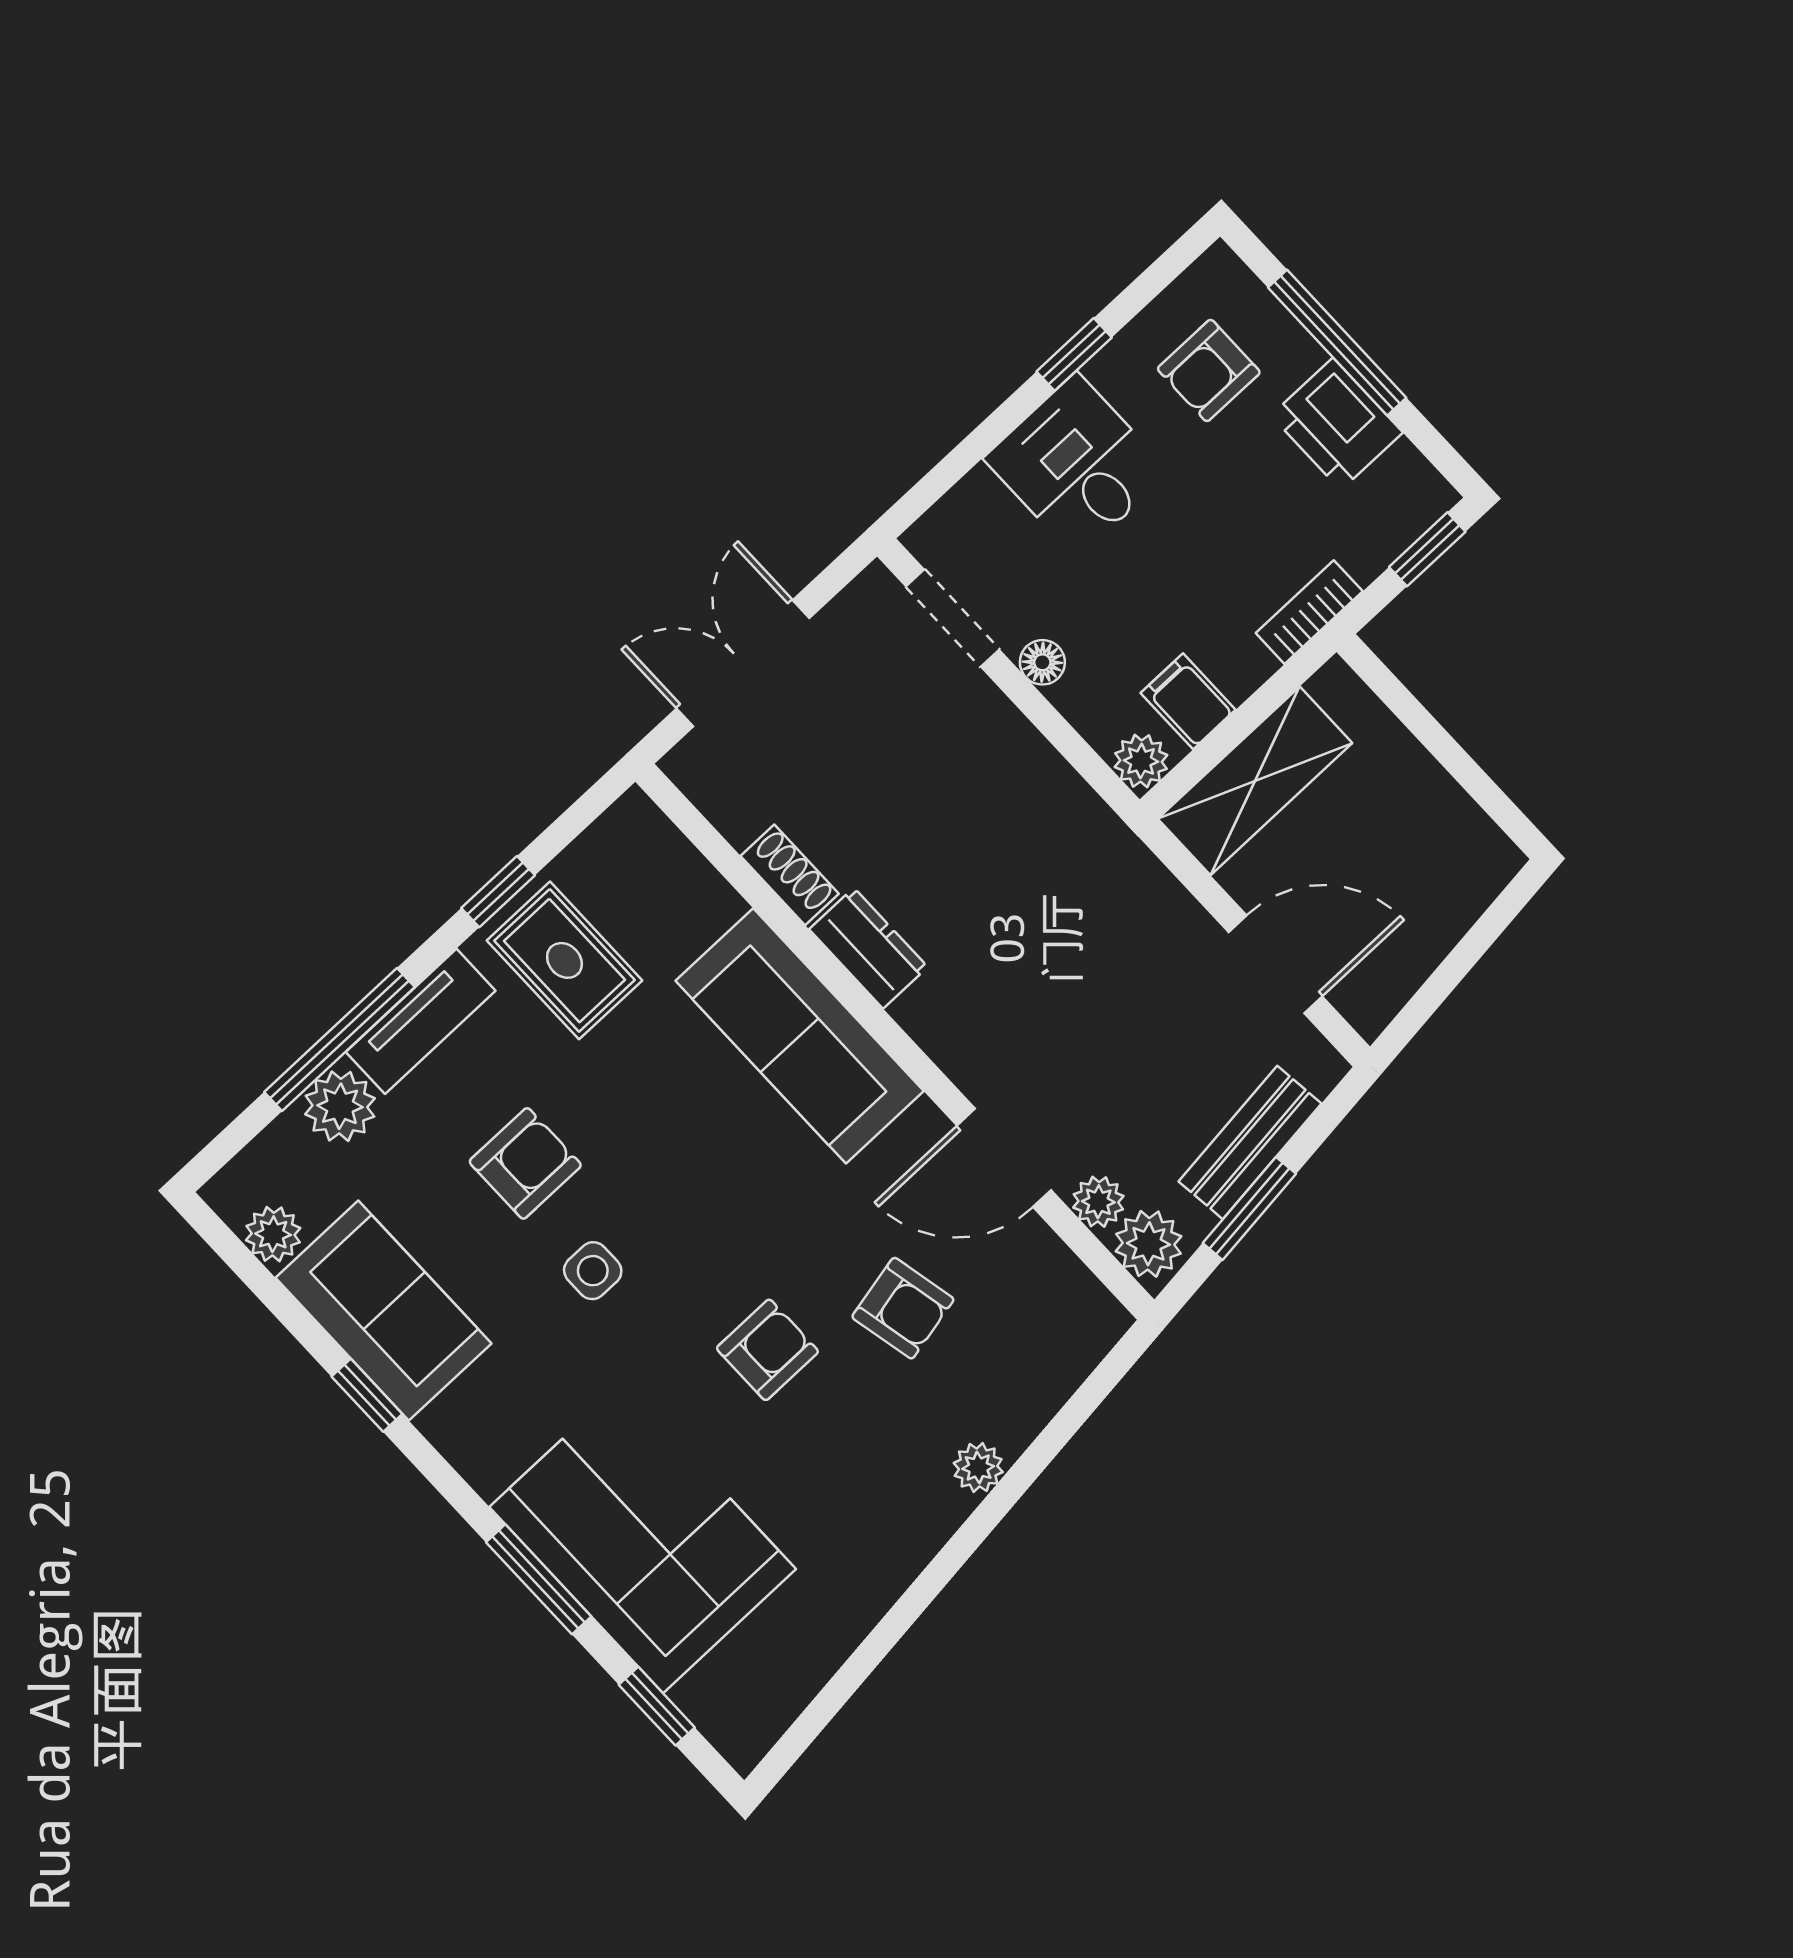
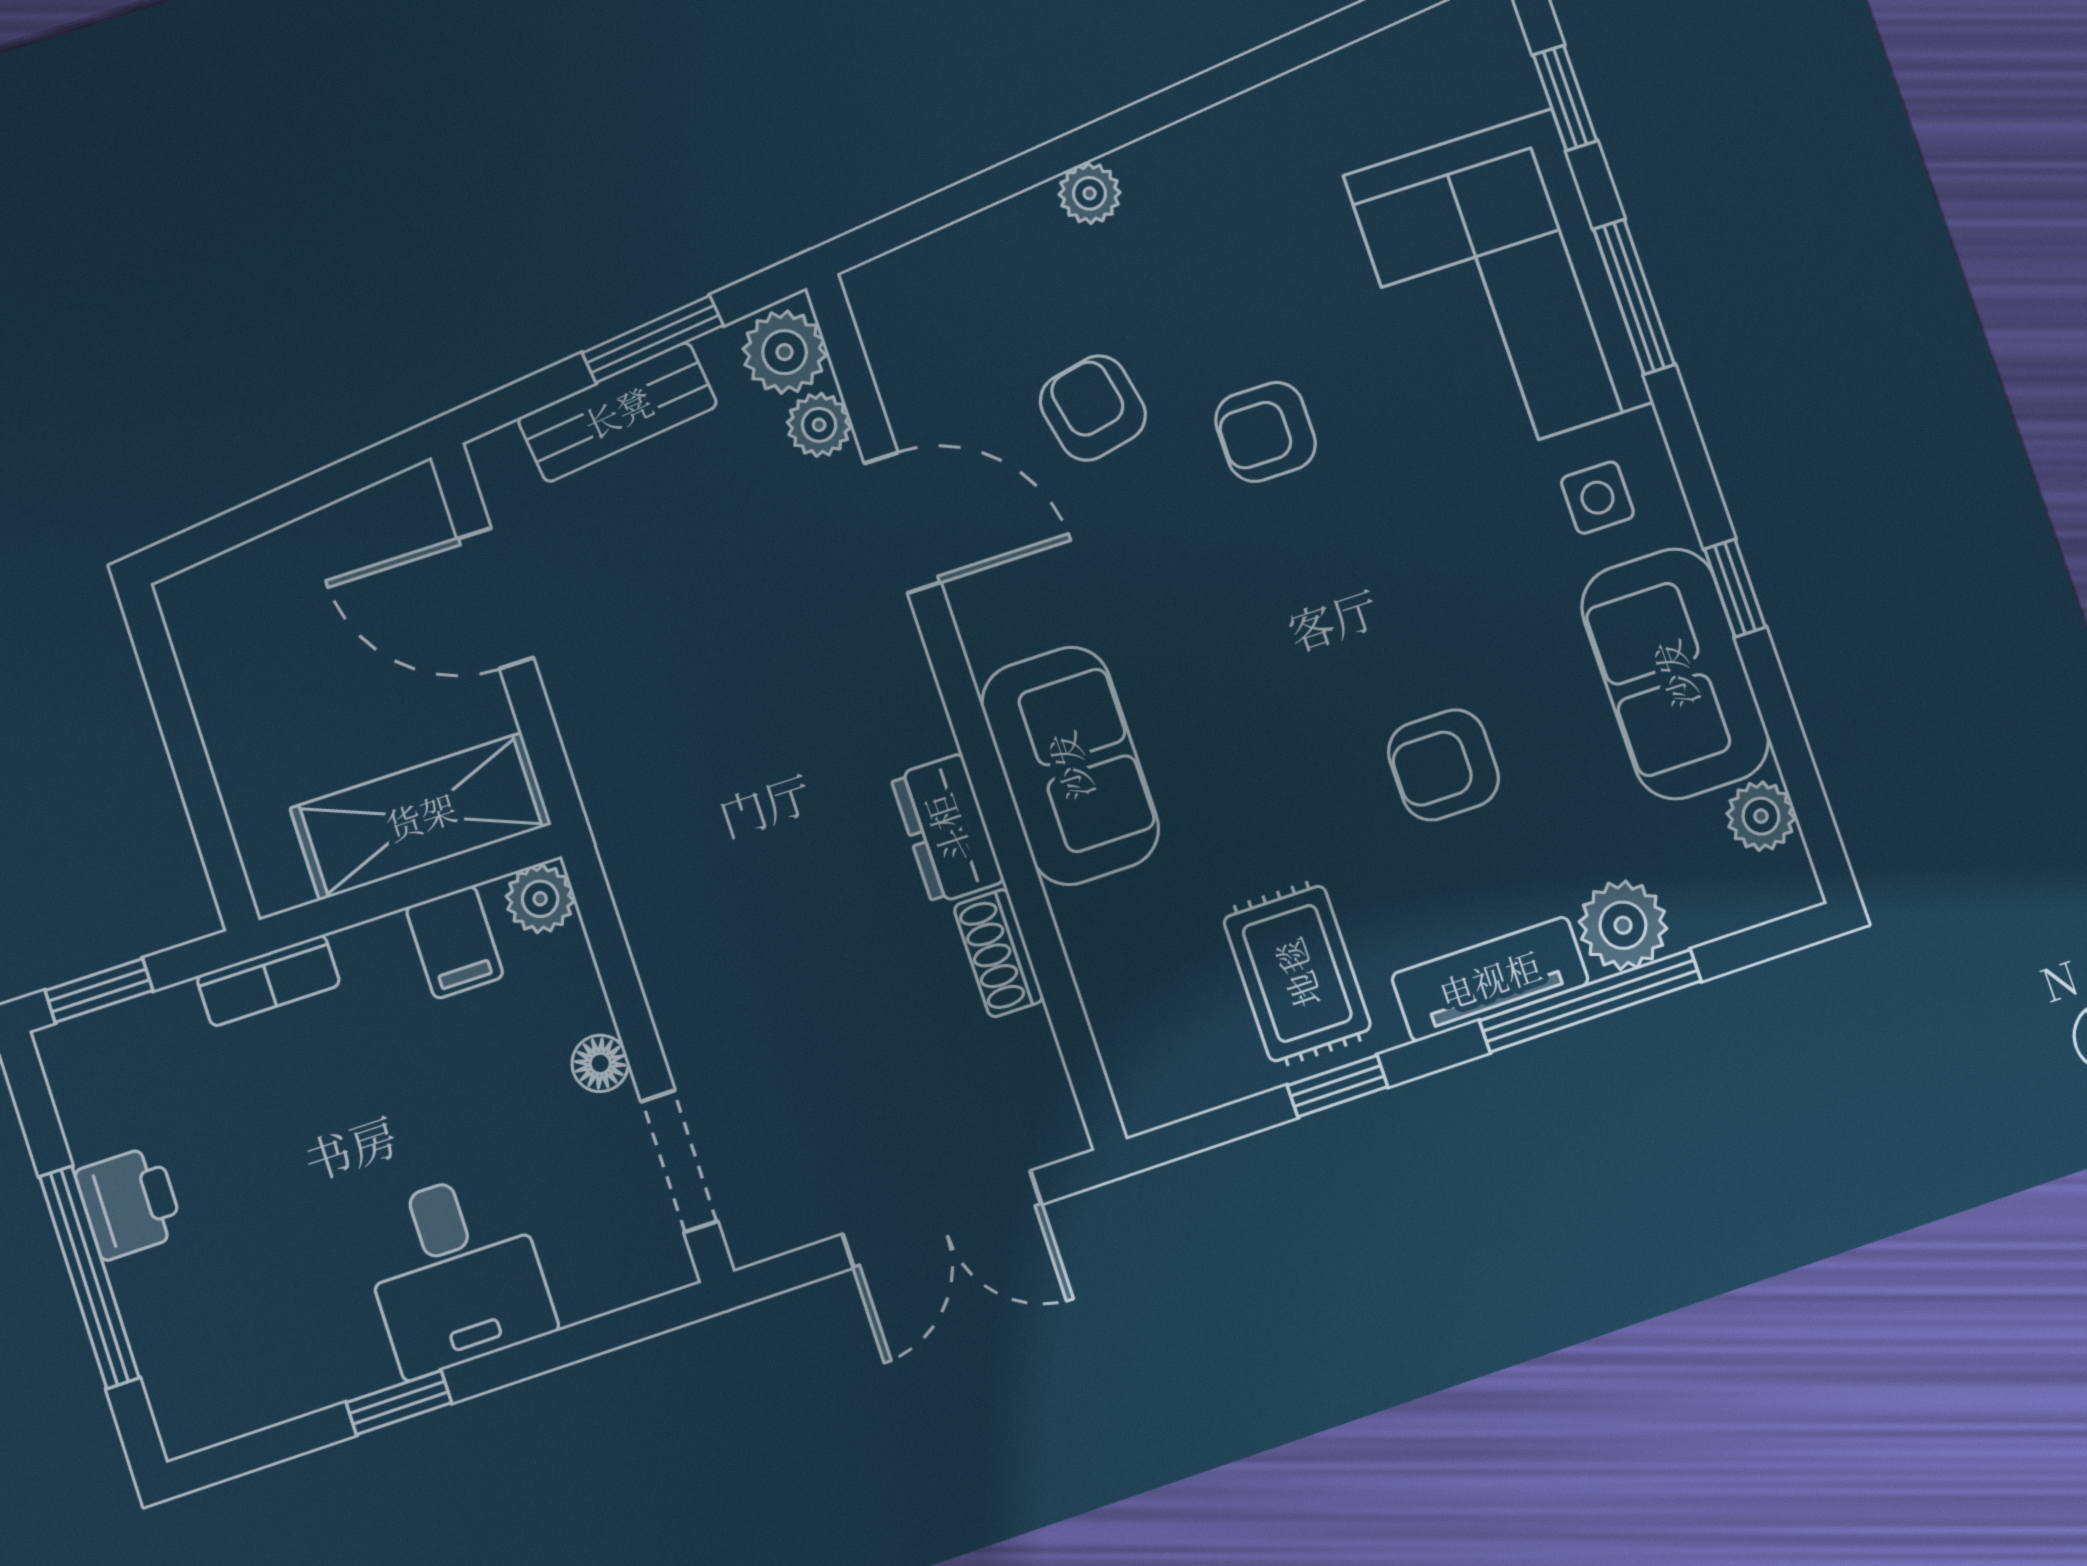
armchair: (1209, 370) -> (253, 1313), removed
printer: (1337, 424) -> (130, 1203), width x0.73, depth x0.81
sofa: (800, 1036) -> (1070, 766), width x0.73
side table: (593, 1271) -> (1597, 498), moved

